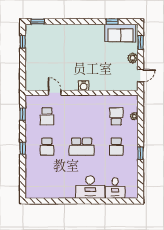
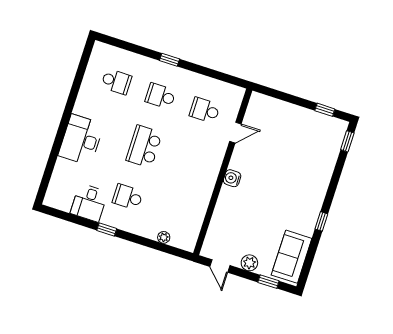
window: (112, 22) -> (321, 221), moved
window: (23, 114) -> (220, 76), removed
school desk: (116, 116) -> (116, 82), moved
desk: (115, 188) -> (89, 203), moved, turned -90

